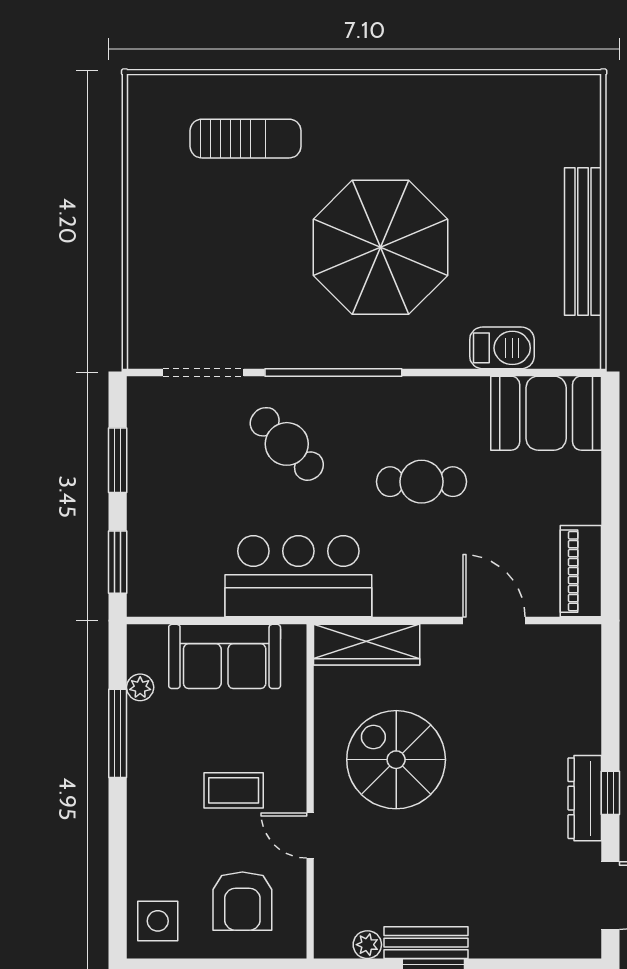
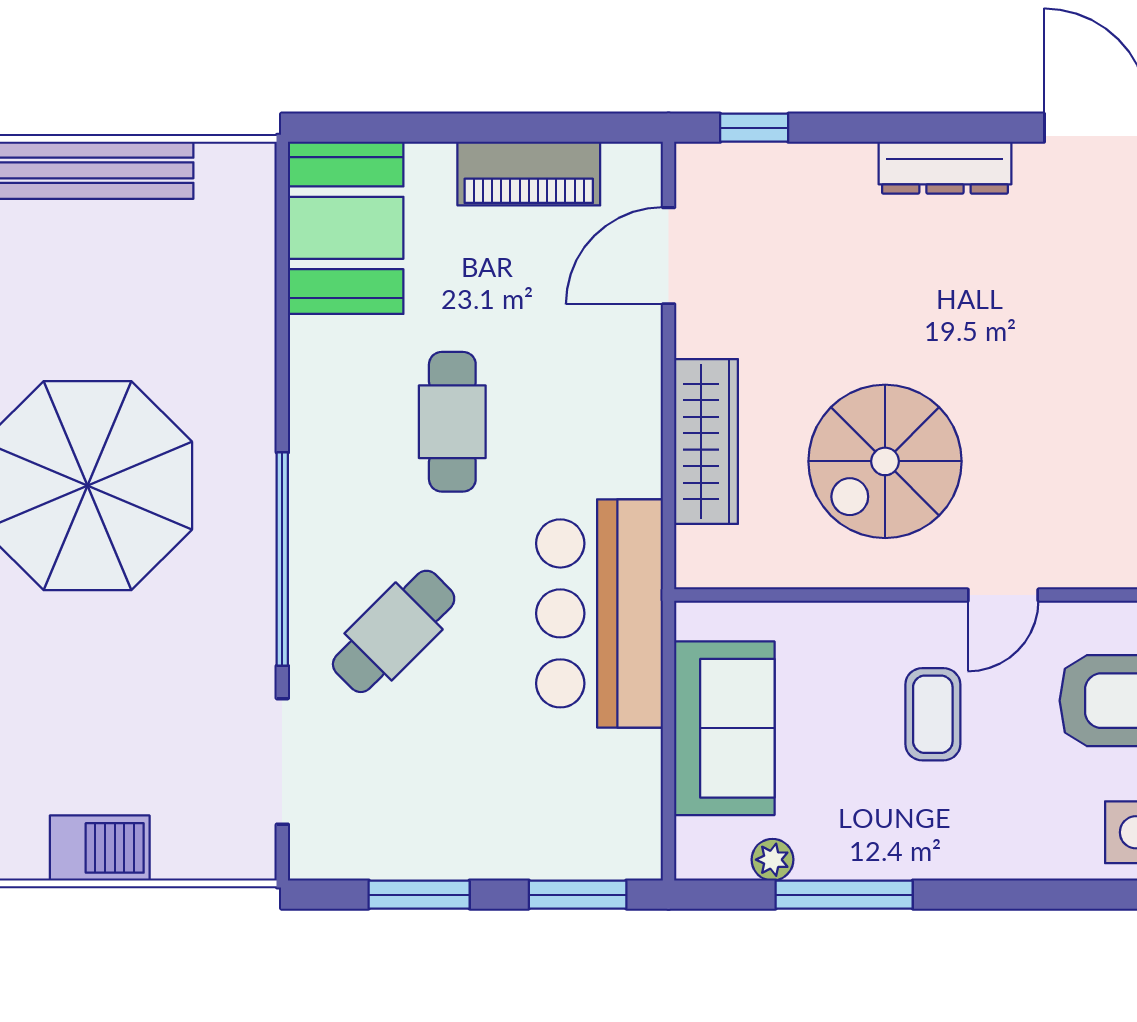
barbecue: (502, 348) -> (100, 848), moved, turned 90
piano: (581, 571) -> (529, 174), moved
door: (494, 621) -> (669, 256), moved
wardrobe: (367, 645) -> (706, 441), moved
window: (610, 793) -> (754, 128), moved

